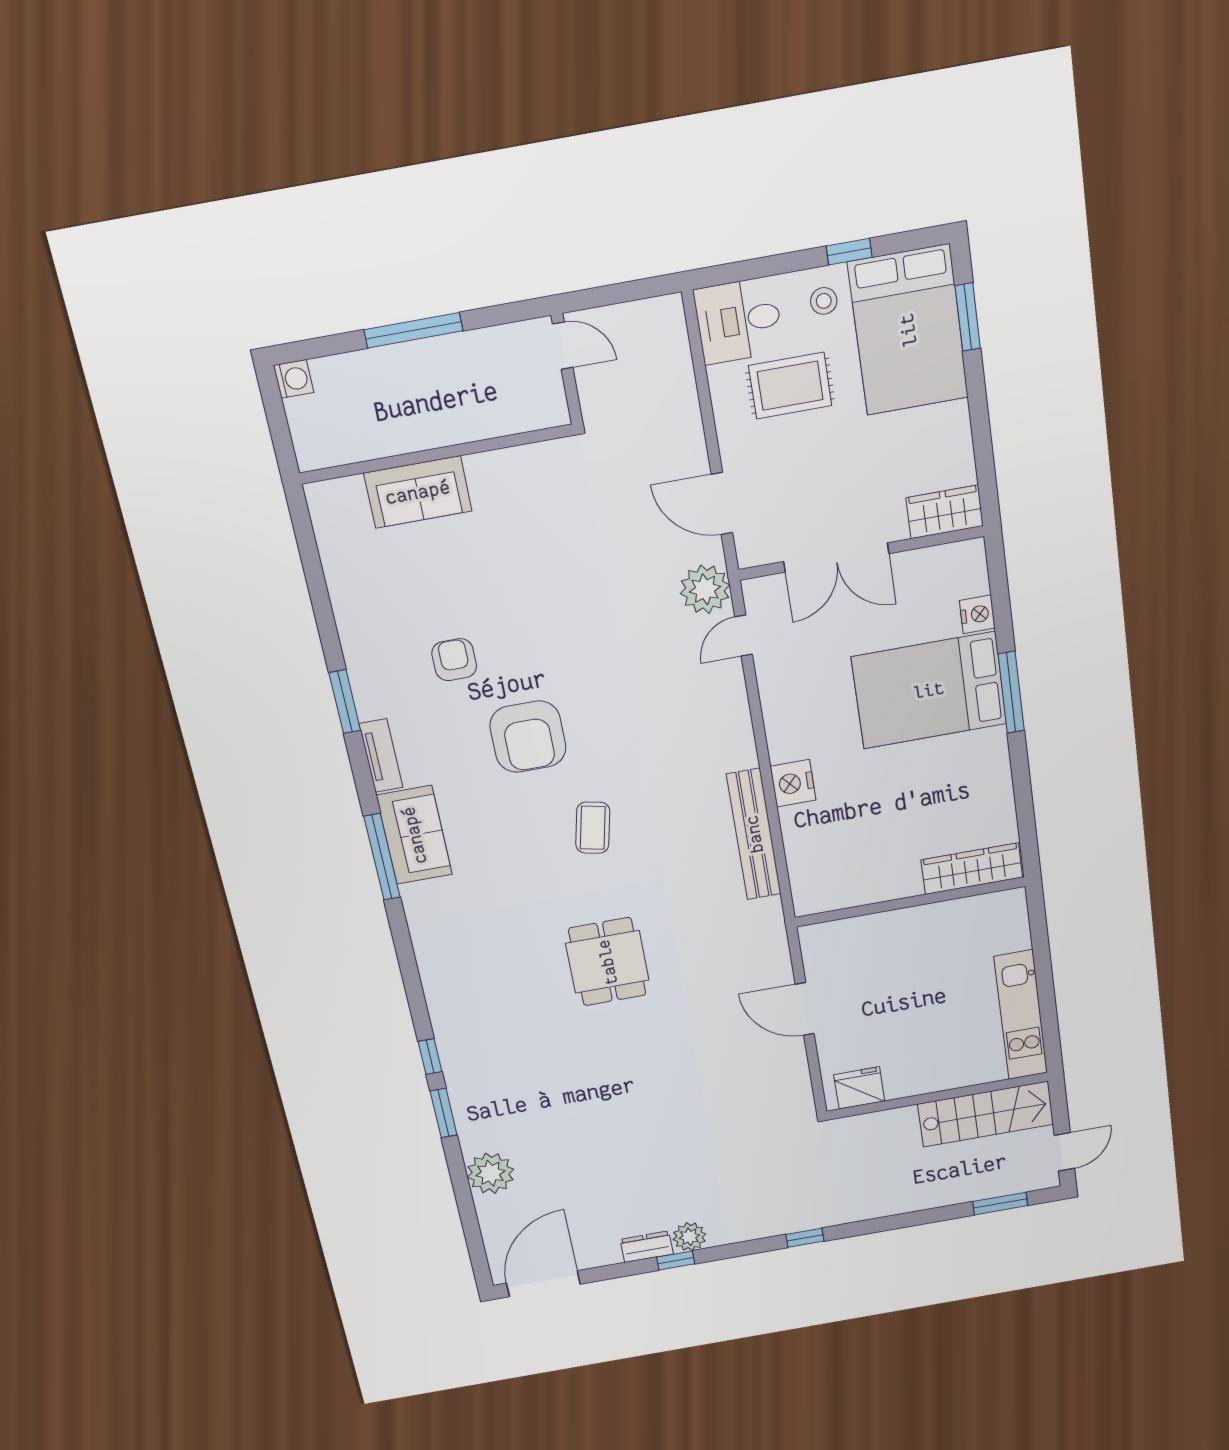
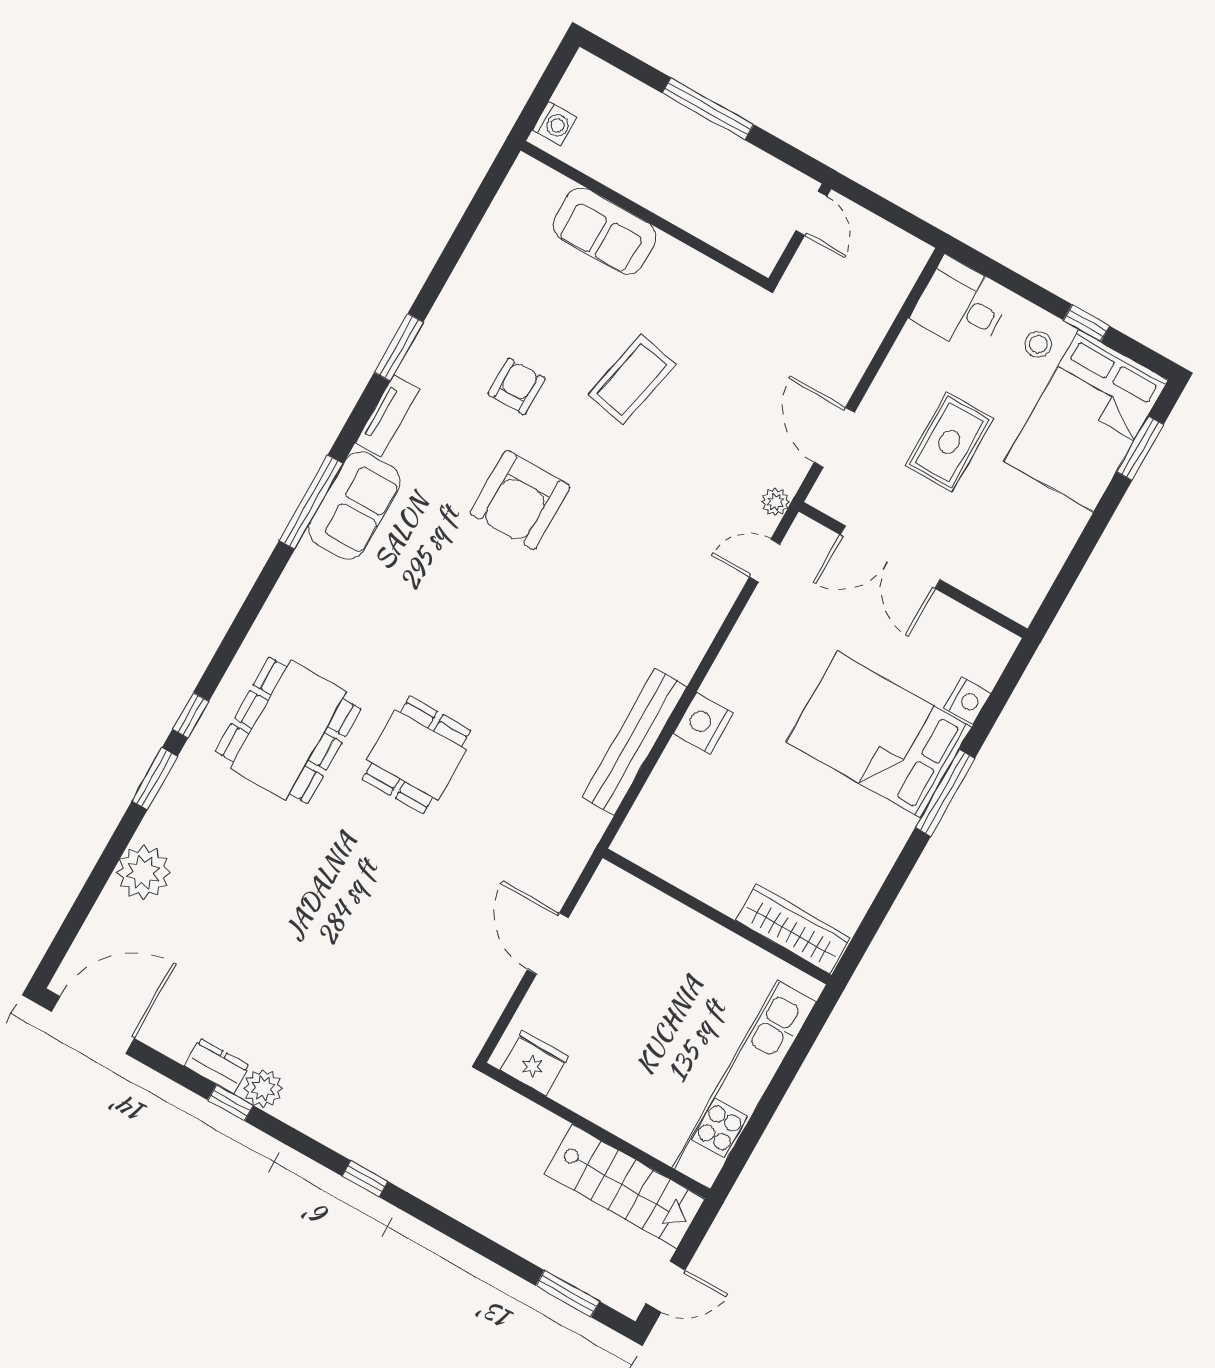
washing machine: (294, 379) -> (555, 124), moved
rug: (790, 386) -> (949, 442), moved, turned 90
wardrobe: (945, 512) -> (1006, 591), removed
plant: (705, 589) -> (775, 502), width x0.53, depth x0.53
coffee table: (593, 828) -> (632, 379), moved, width x1.36, depth x1.30
dining table: (505, 1015) -> (288, 730), added
kitchen unit: (1021, 1015) -> (744, 1085), width x1.36

